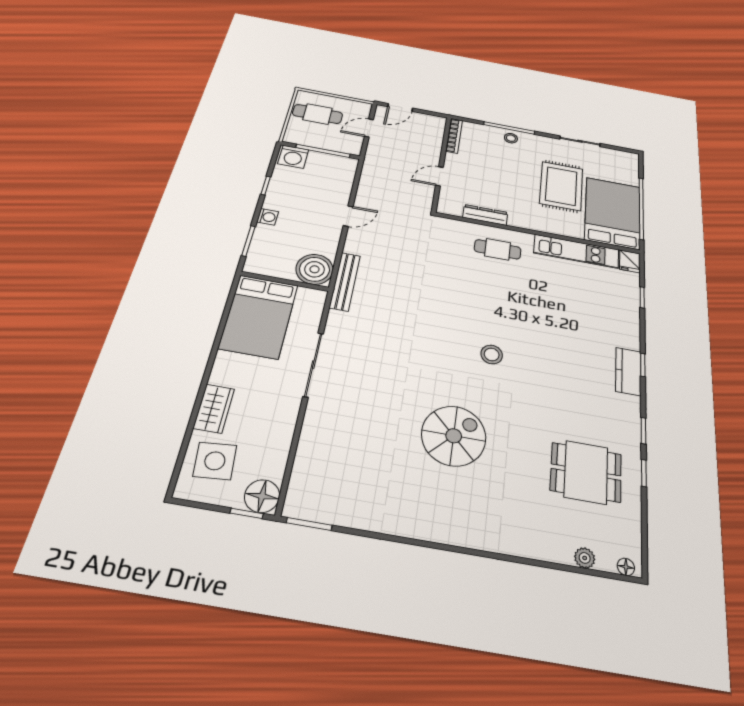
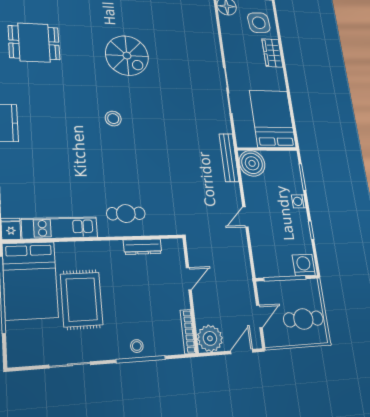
plant: (432, 125) -> (210, 338), added
spiral stairs: (454, 436) -> (127, 56), turned -90

